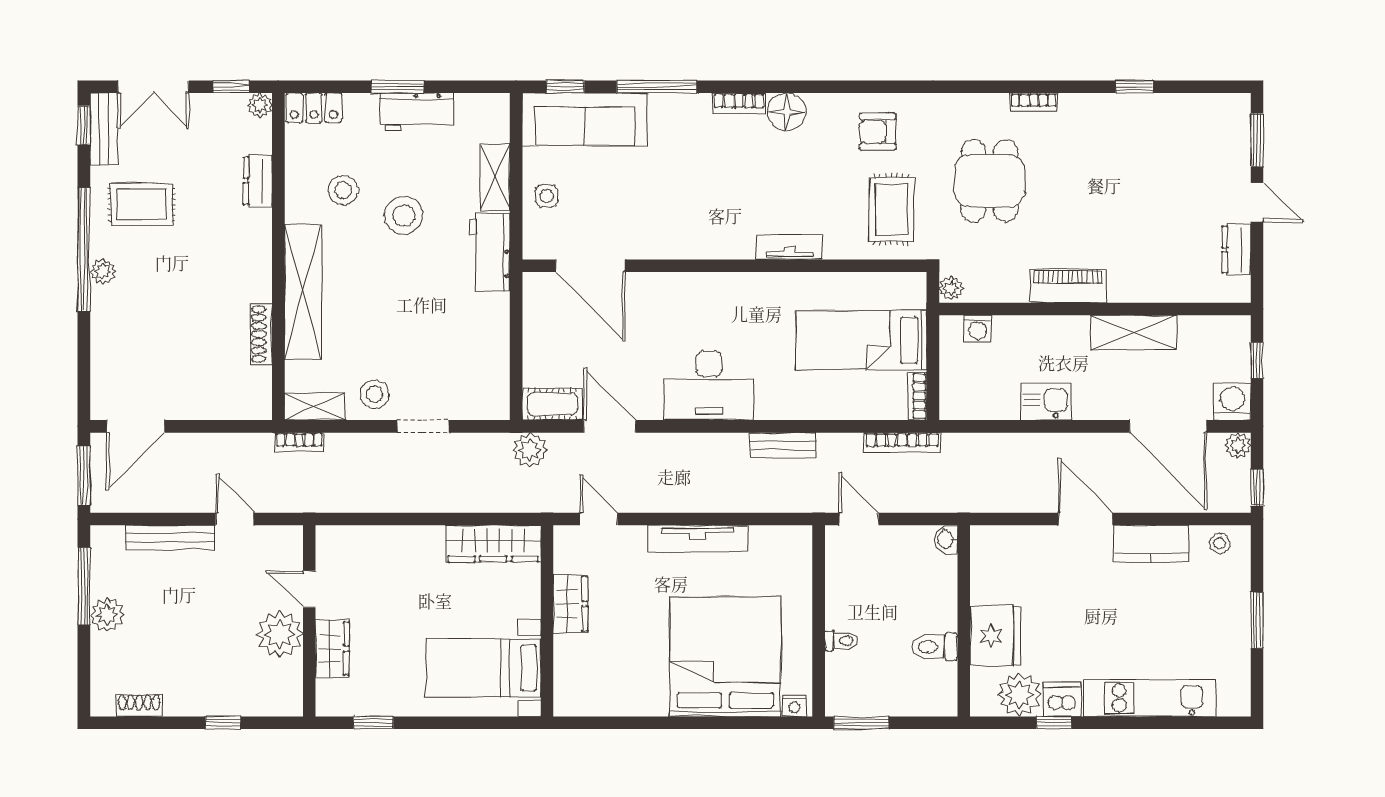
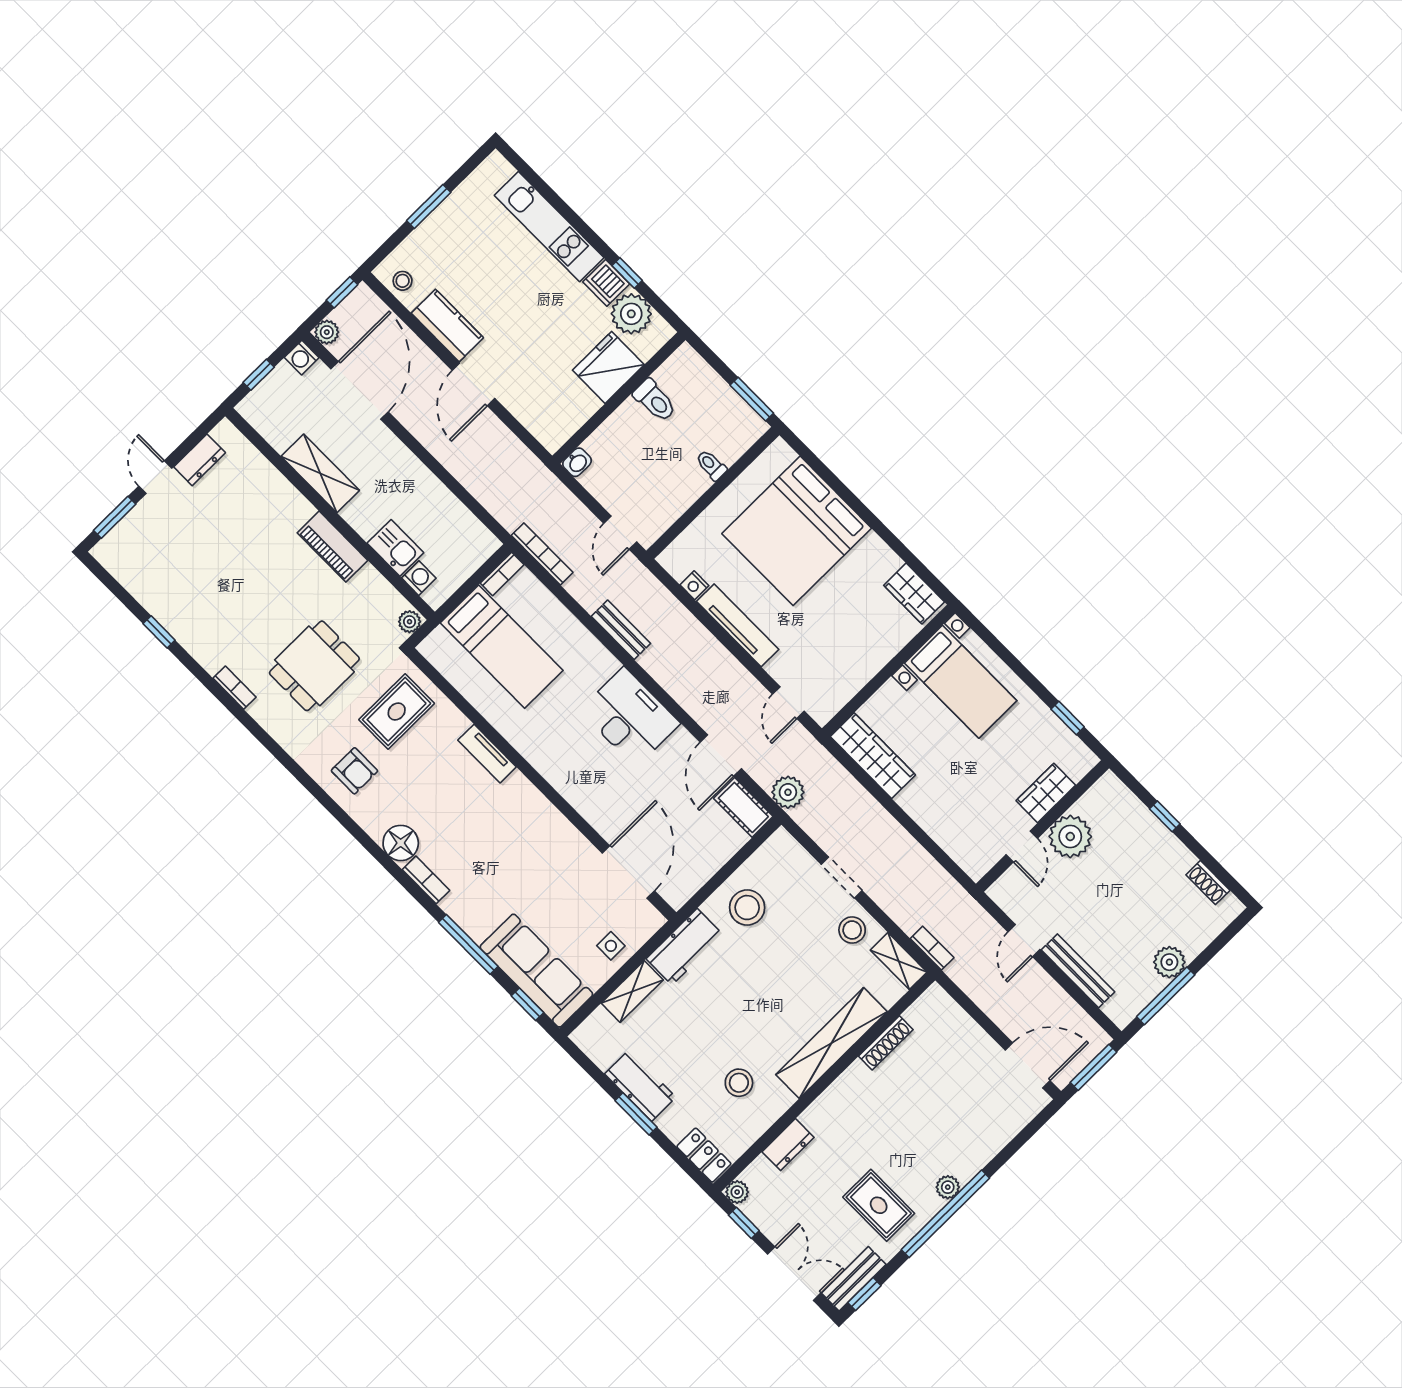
stool: (404, 216) -> (747, 908), moved
kitchen sink: (1046, 402) -> (395, 548), moved, turned 180
washing machine: (1232, 402) -> (302, 358), width x0.73, depth x0.73
wardrobe: (570, 604) -> (914, 594), moved, turned -90
nightstand: (794, 706) -> (694, 585), moved, turned 180

